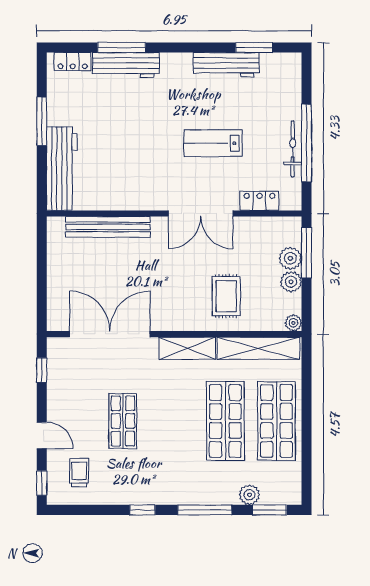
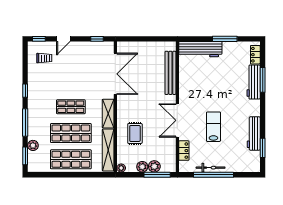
rug: (226, 296) -> (135, 133), turned 90
shop shelf: (123, 421) -> (71, 107), moved

